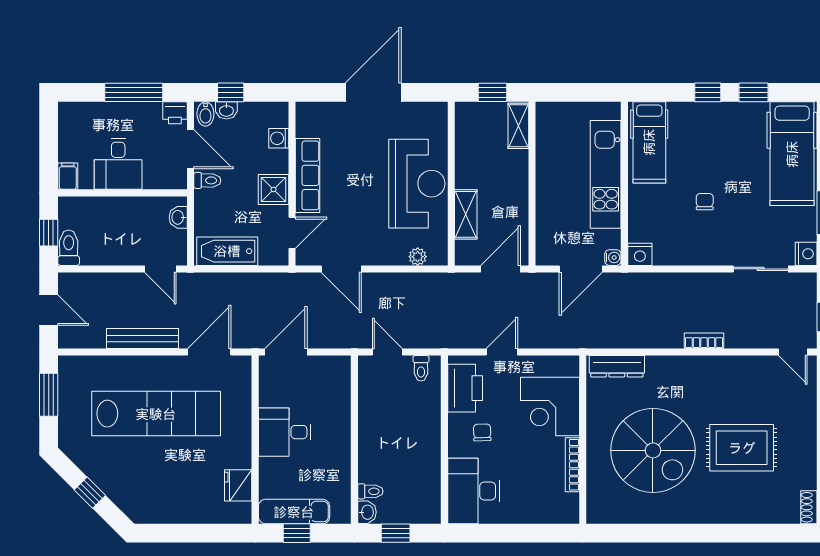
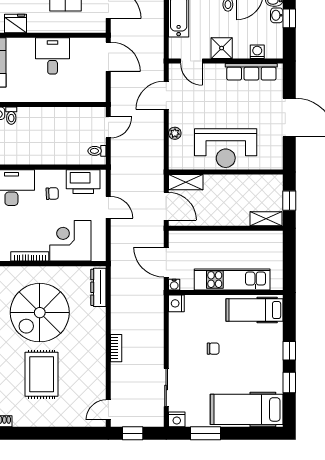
row of seats: (308, 175) -> (251, 72), moved
shelving: (466, 214) -> (186, 182), moved
plant: (418, 257) -> (175, 133), moved

